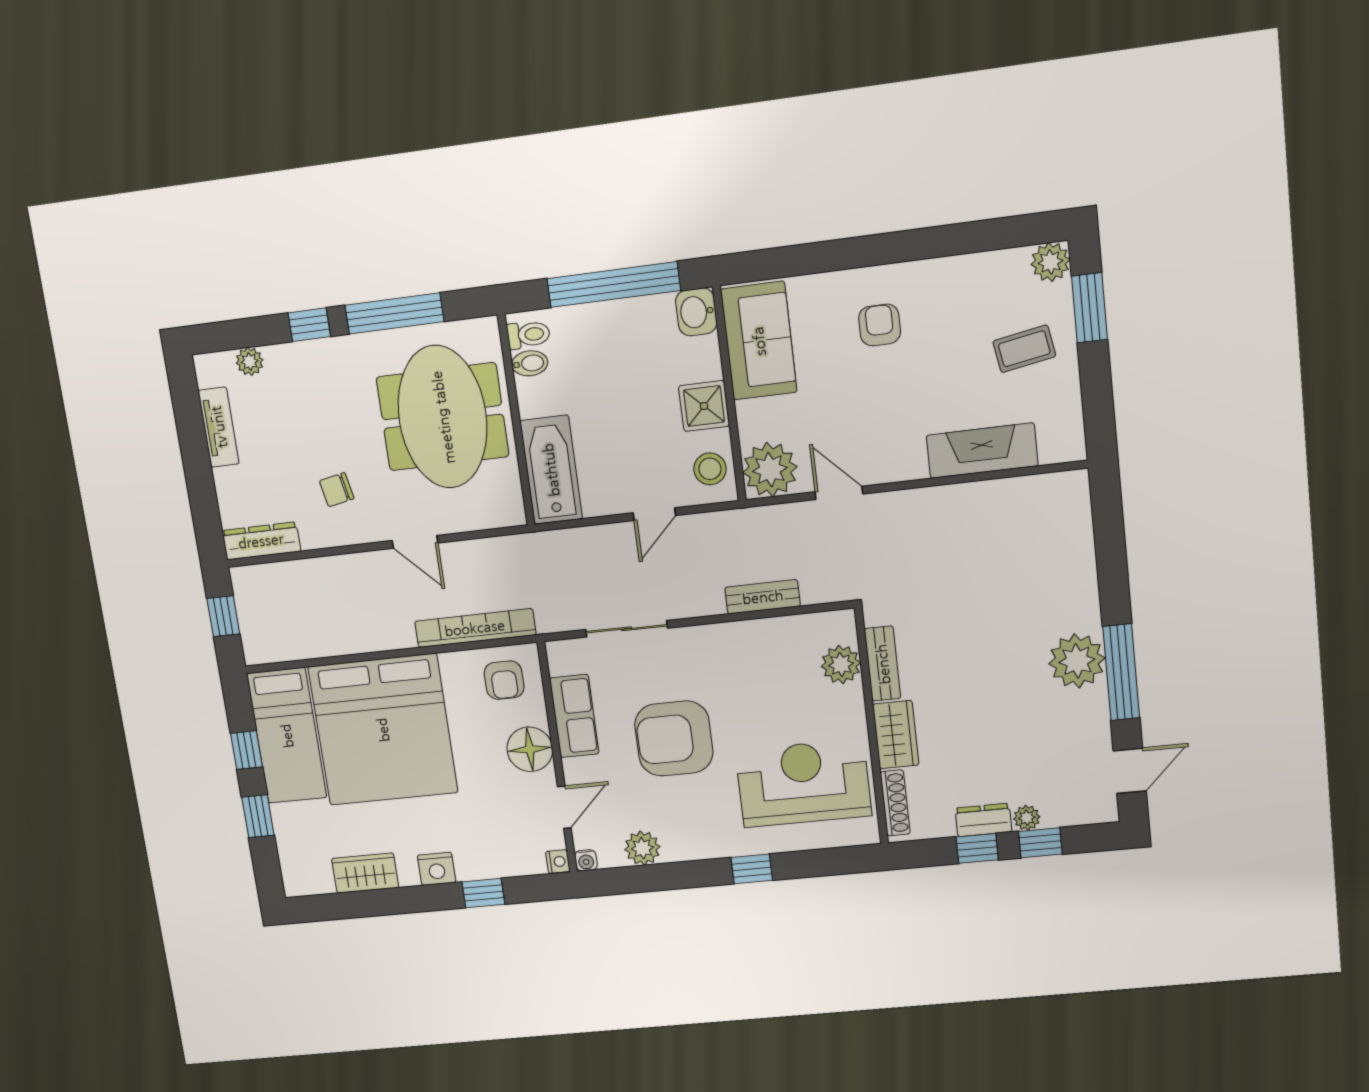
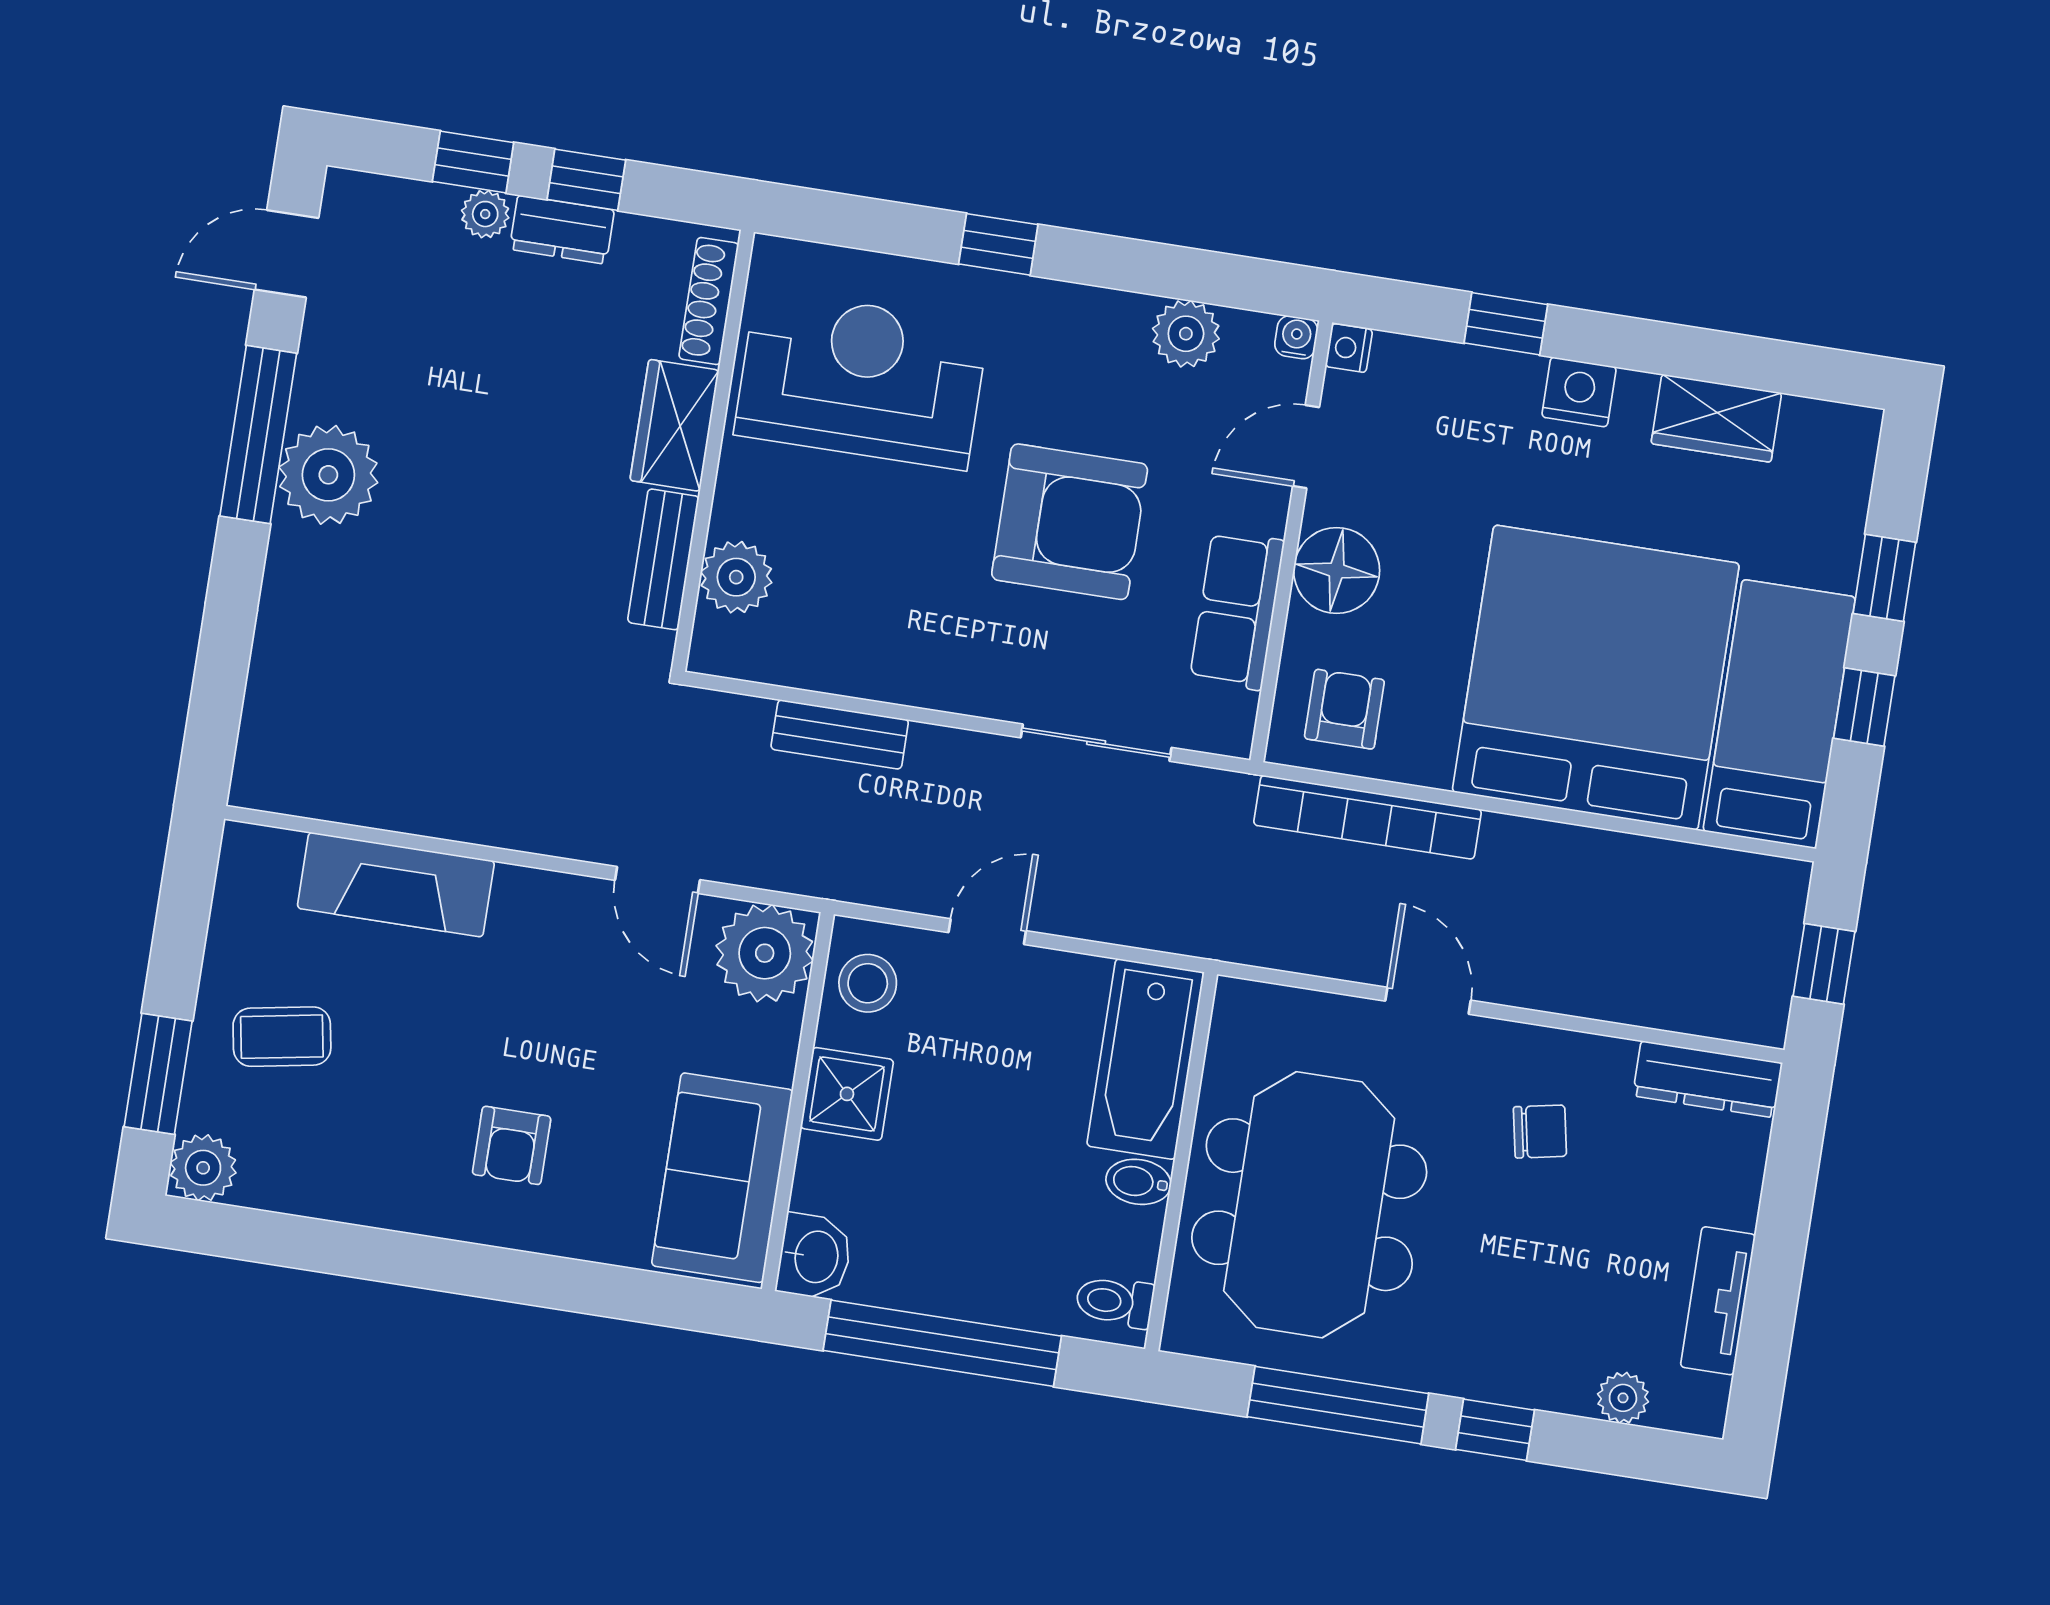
bidet: (530, 363) -> (1138, 1182), moved
reception desk: (803, 783) -> (861, 380), turned 180

